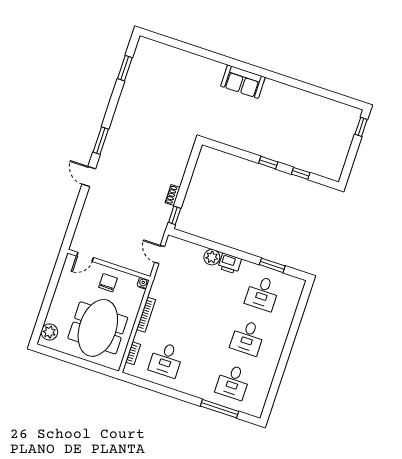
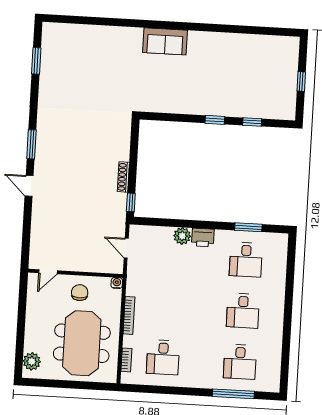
window: (361, 127) -> (301, 82), moved
shoe rack: (173, 195) -> (123, 177), width x1.43

